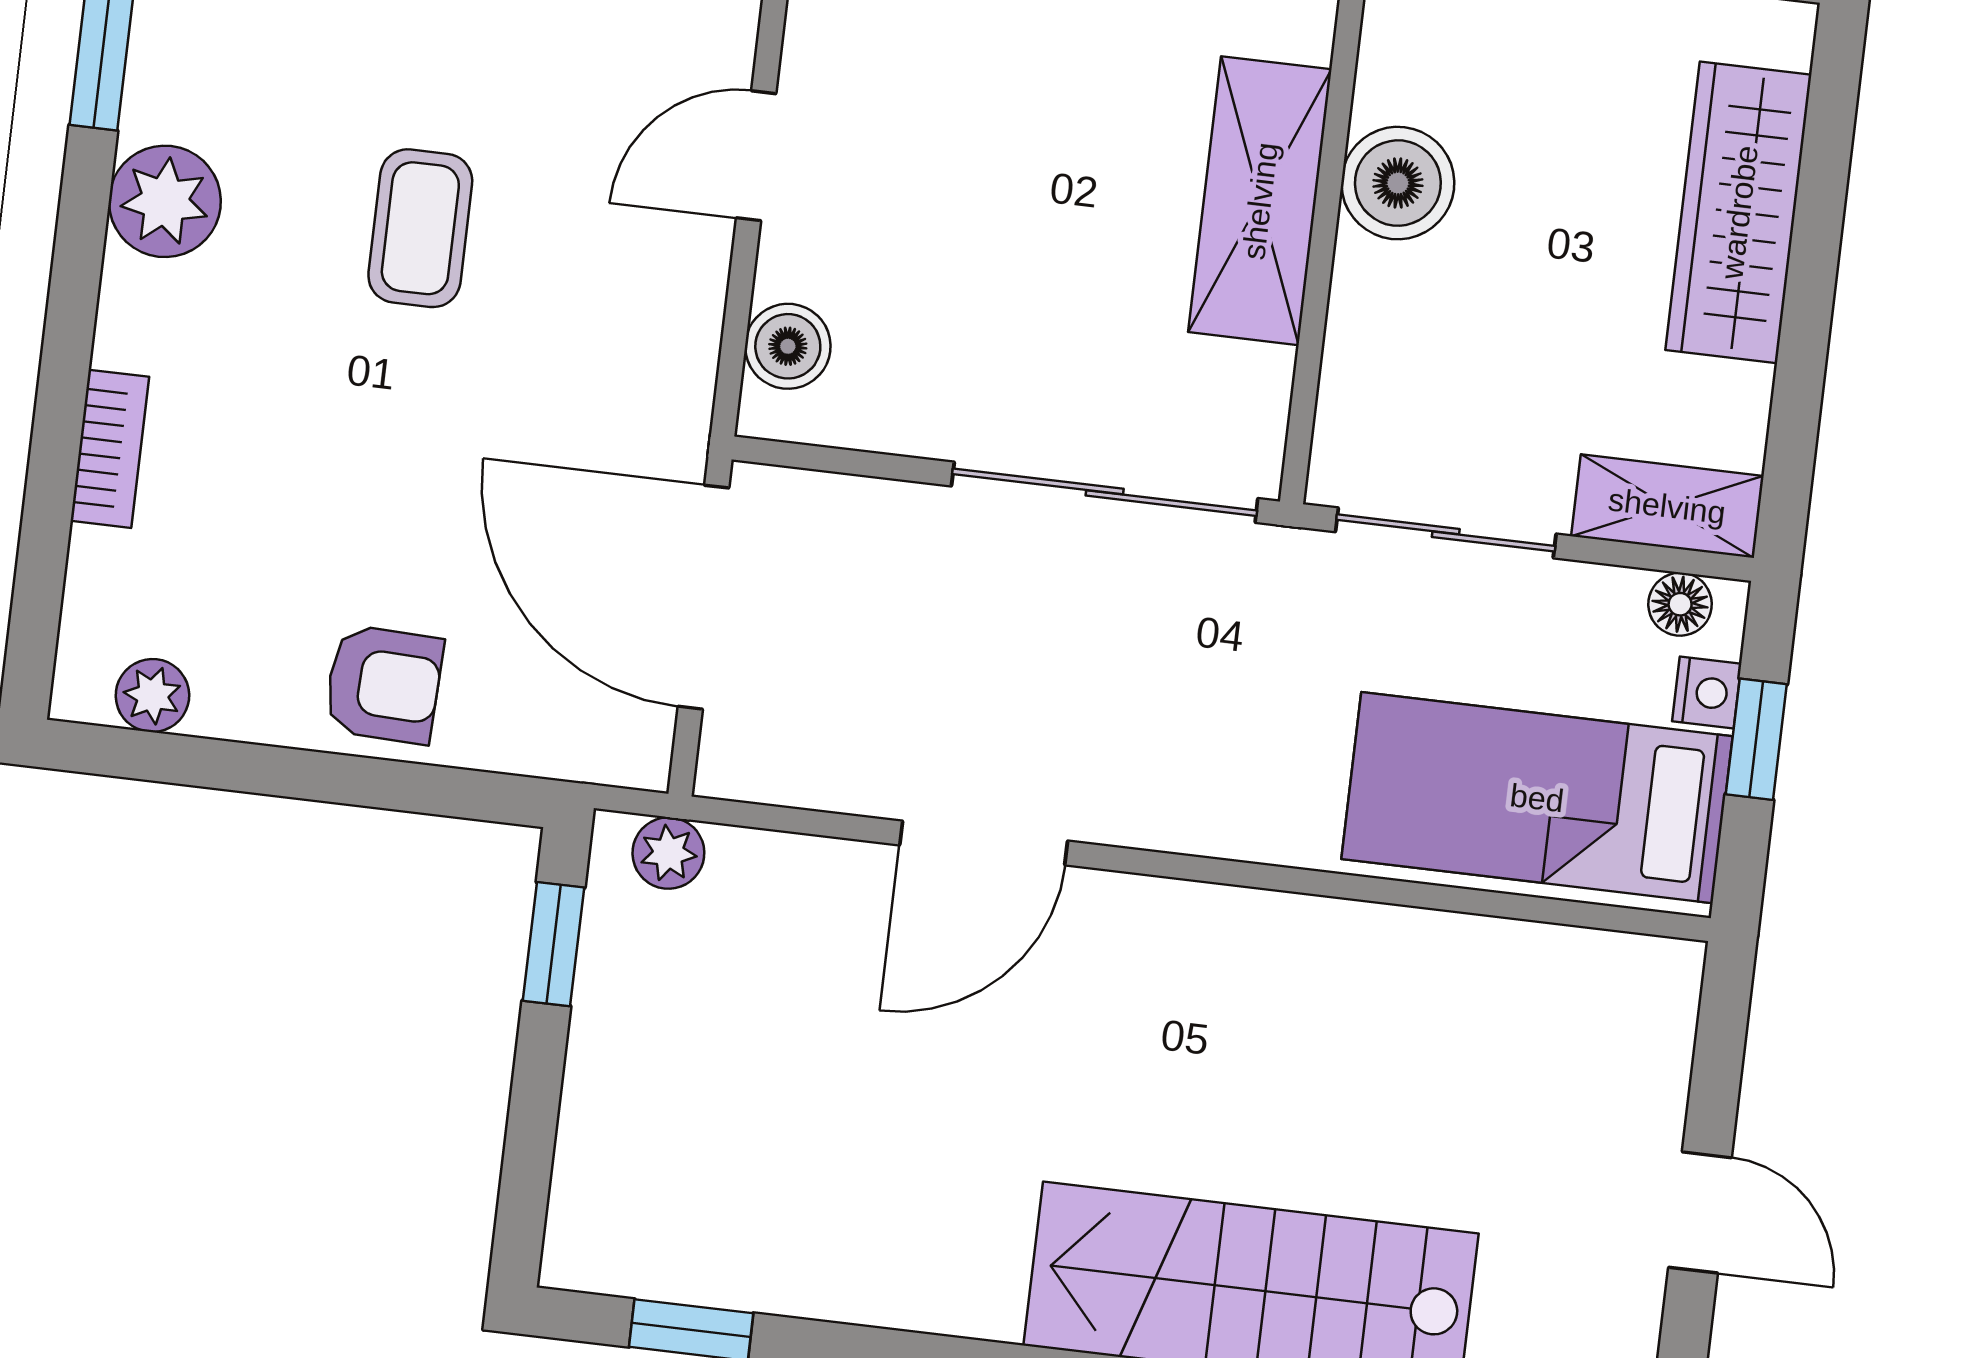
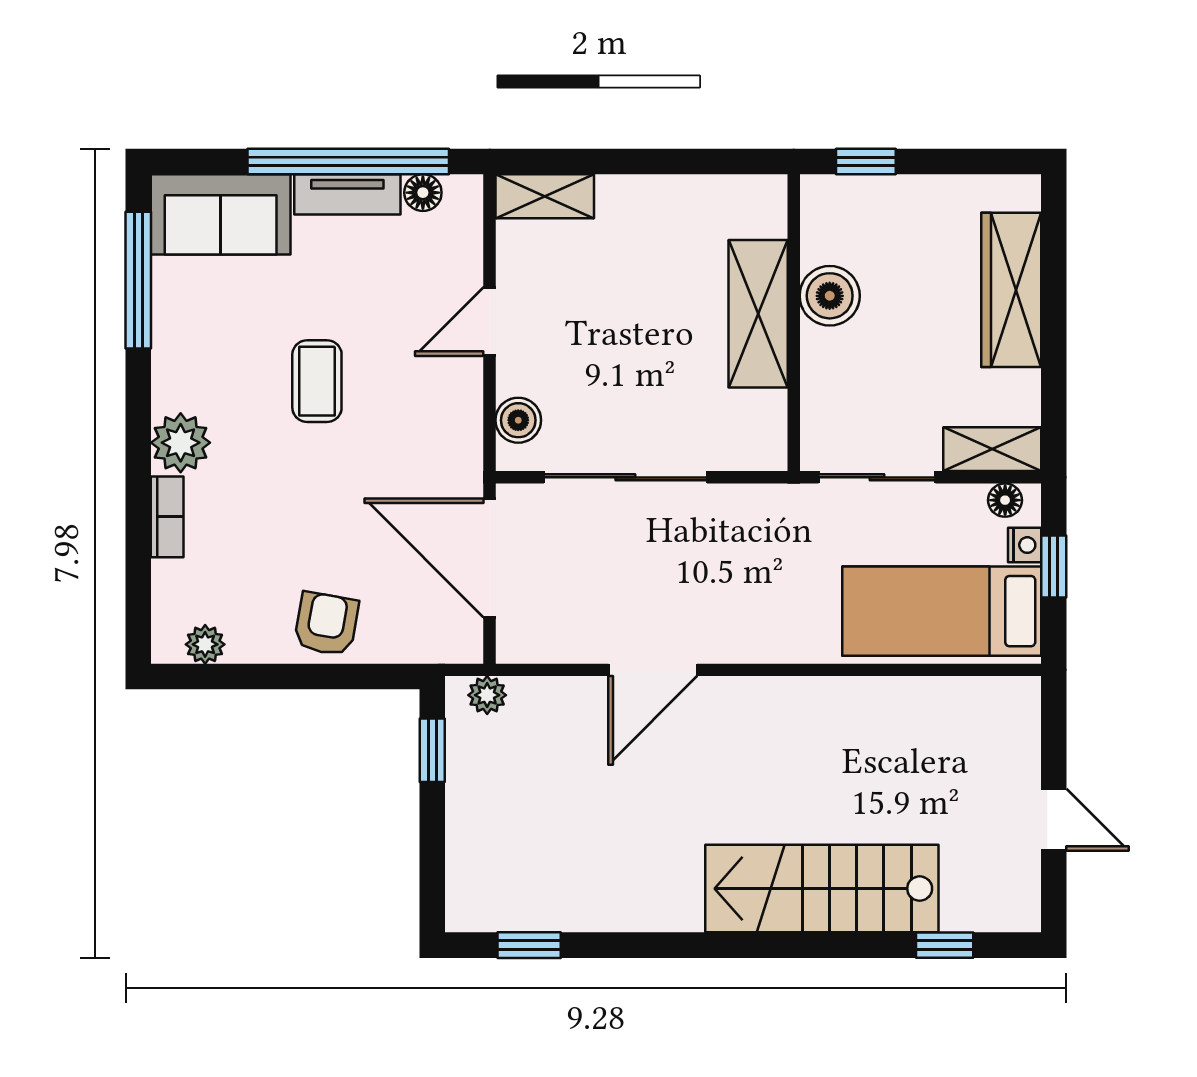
plant: (165, 201) -> (181, 443), moved
sliding door: (1105, 492) -> (625, 477), moved
armchair: (384, 684) -> (326, 624), turned -82

